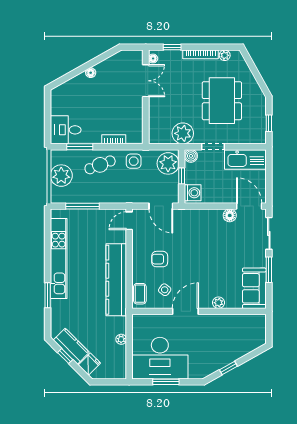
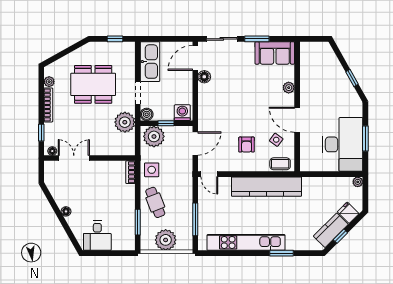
desk: (66, 130) -> (97, 236), moved
bookcase: (114, 139) -> (130, 172), moved
plant: (121, 339) -> (358, 182), moved

